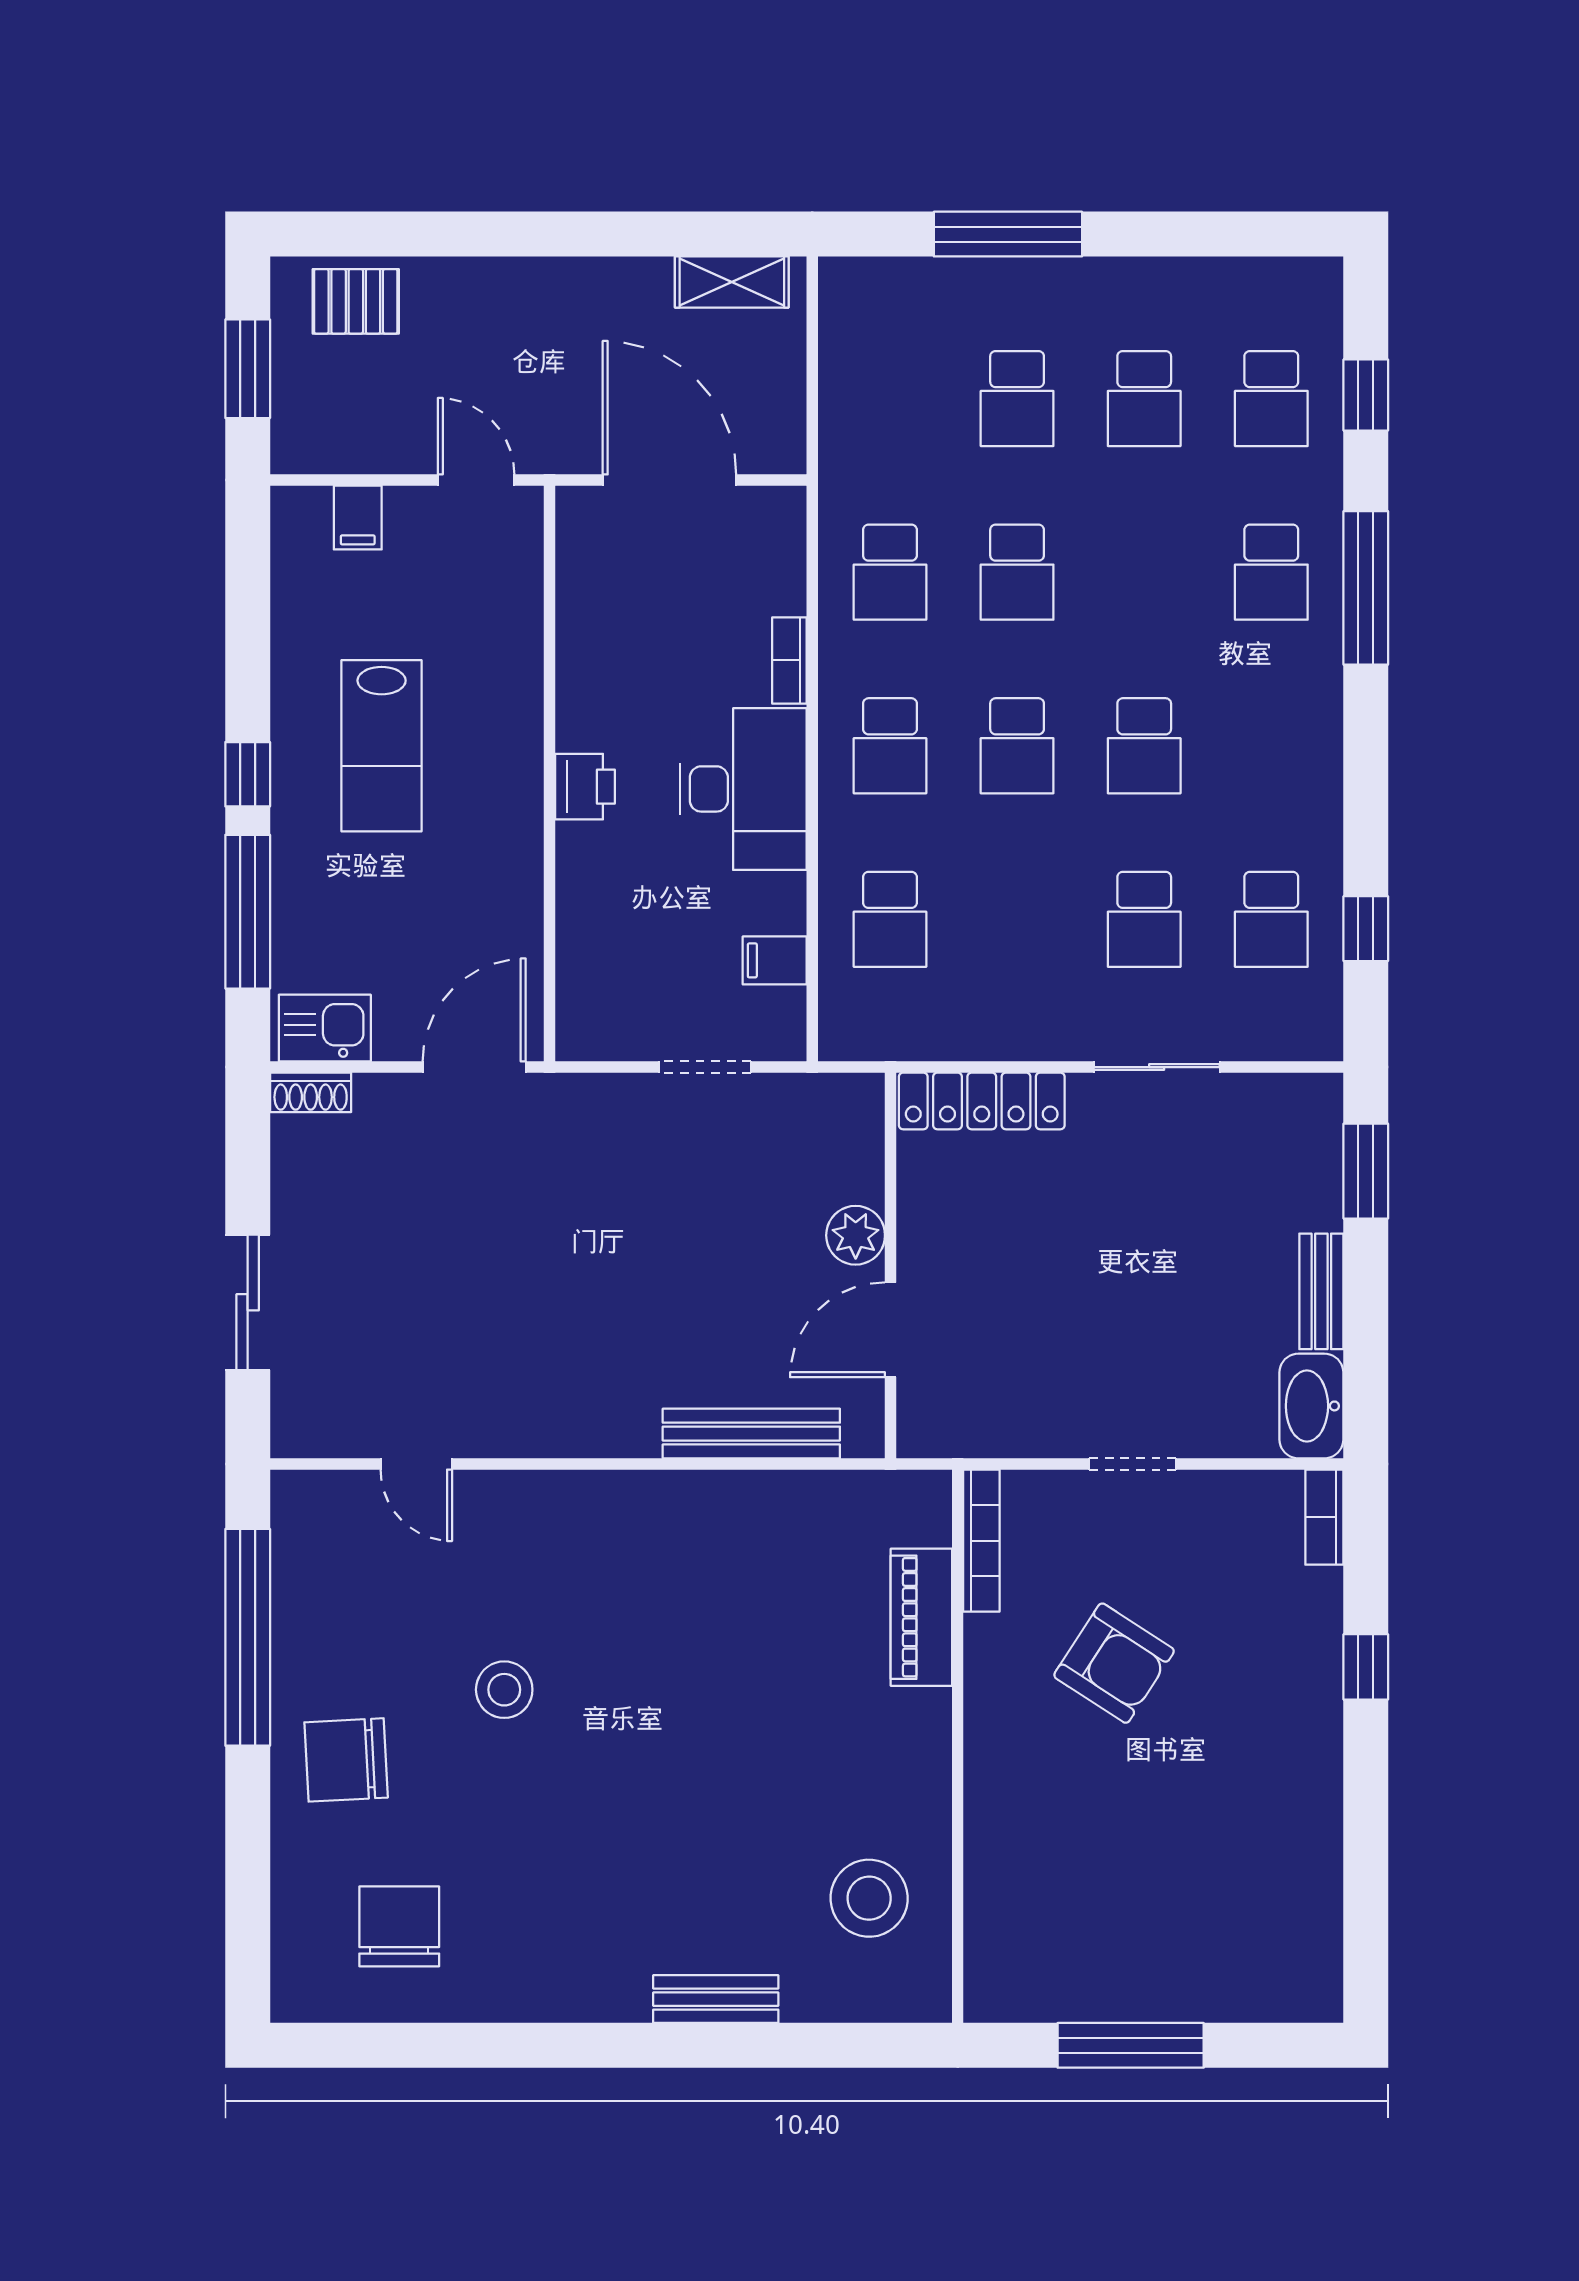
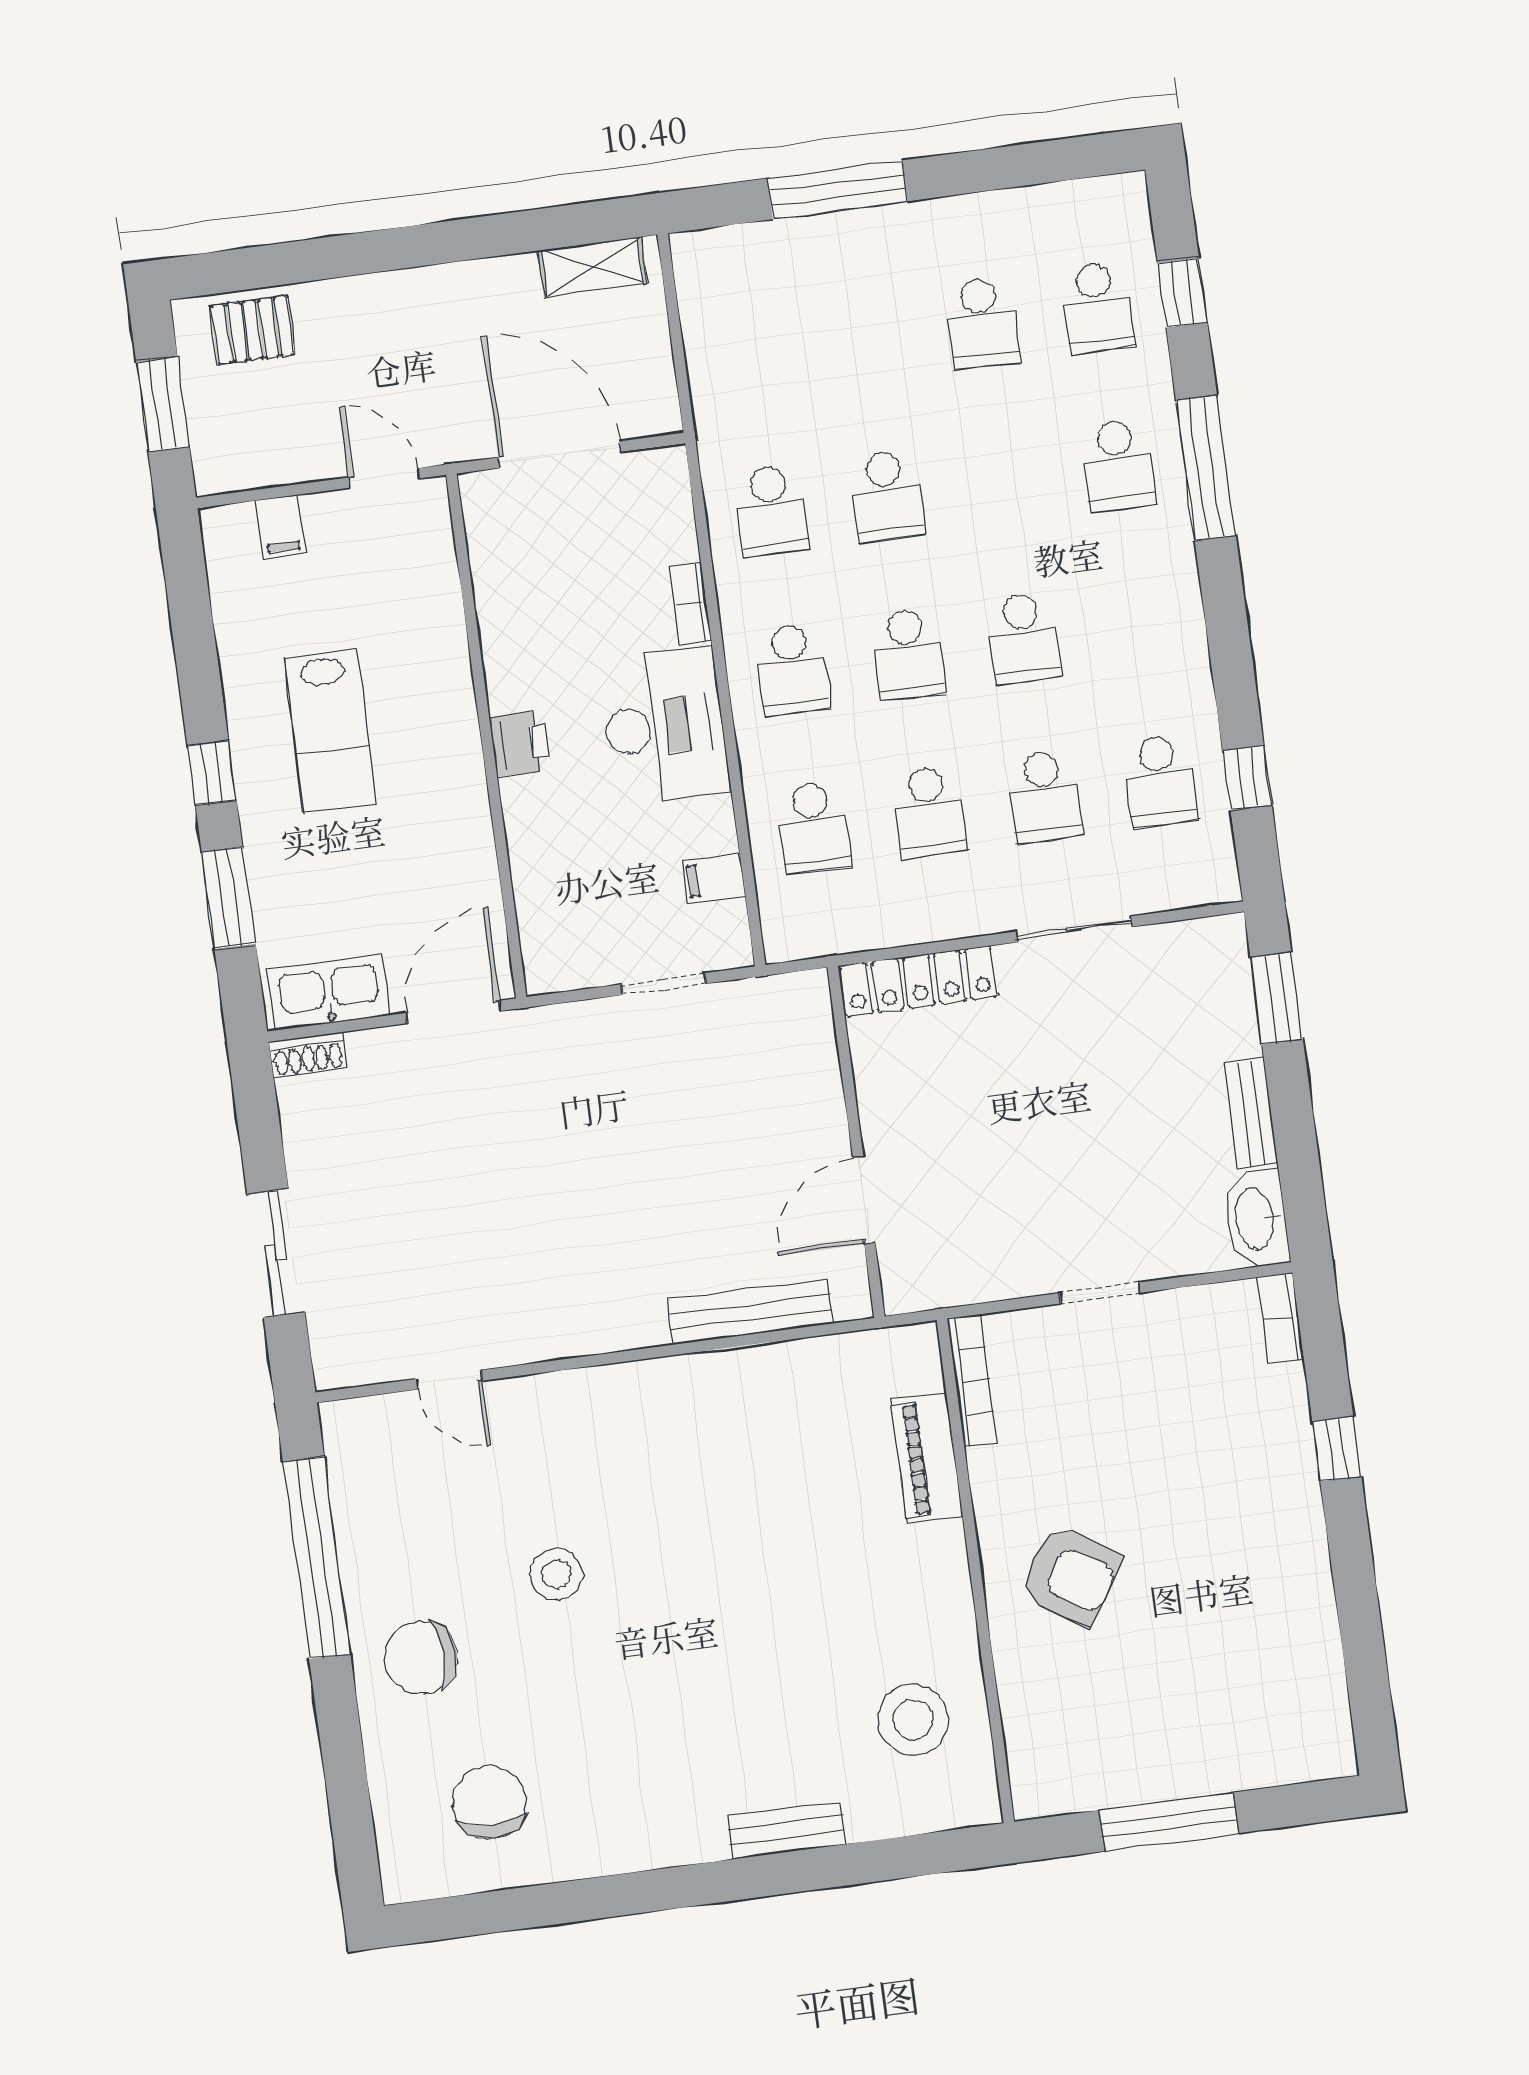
school desk: (1017, 399) -> (929, 812), moved
window: (248, 912) -> (229, 898), width x0.69
kitchen sink: (325, 1028) -> (329, 993), width x1.38
plant: (856, 1235) -> (821, 1119), removed
armchair: (1114, 1663) -> (1070, 1575), moved

